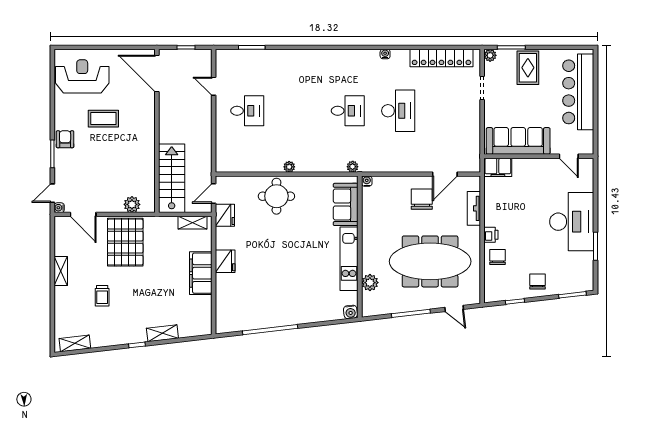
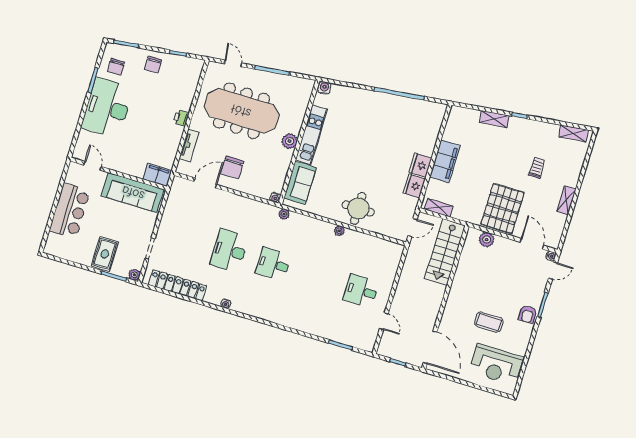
bar counter: (578, 92) -> (70, 211), width x0.73
fridge: (225, 215) -> (414, 186), moved
chair: (498, 257) -> (116, 67), moved
plant: (370, 283) -> (290, 141), moved

